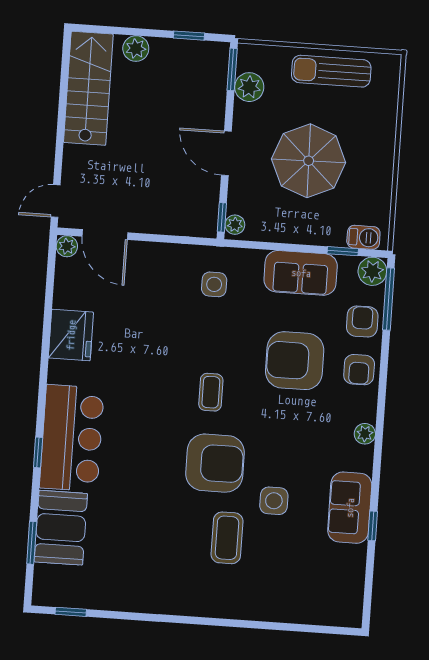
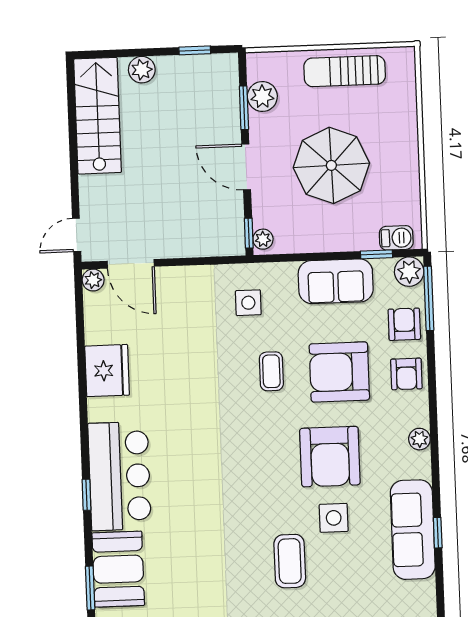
window: (232, 69) -> (244, 108), moved
coffee table: (211, 392) -> (271, 371), moved
armchair: (215, 463) -> (330, 457), moved, turned 90
sofa: (350, 508) -> (413, 530), width x1.36

